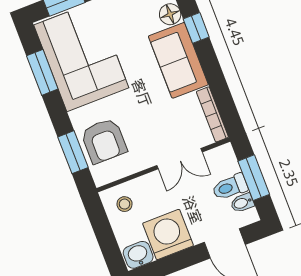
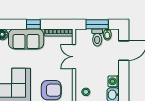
window: (196, 28) -> (33, 24), moved
double door: (179, 159) -> (74, 57), swing flipped
washing machine: (168, 234) -> (114, 81), width x0.53, depth x0.53

